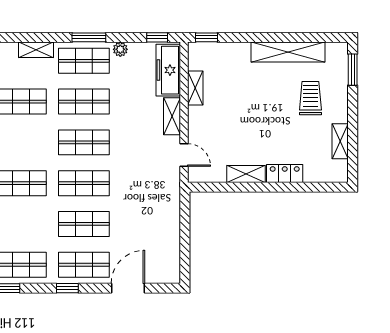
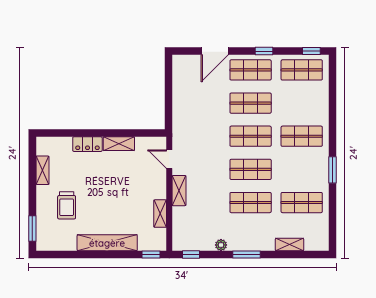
shelving: (288, 52) -> (107, 243), moved
shop shelf: (84, 61) -> (251, 236), removed
freezer: (168, 70) -> (182, 228), removed

